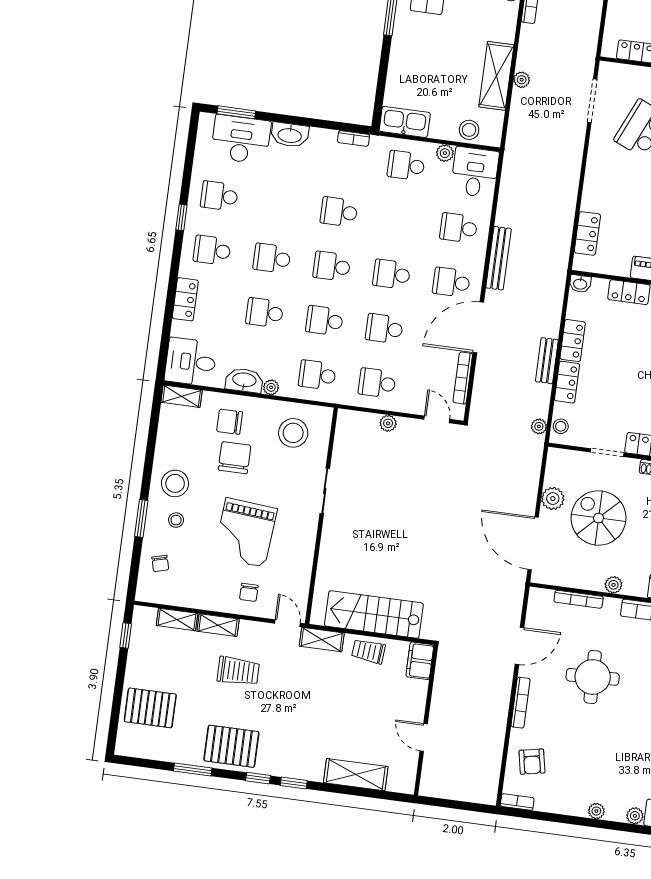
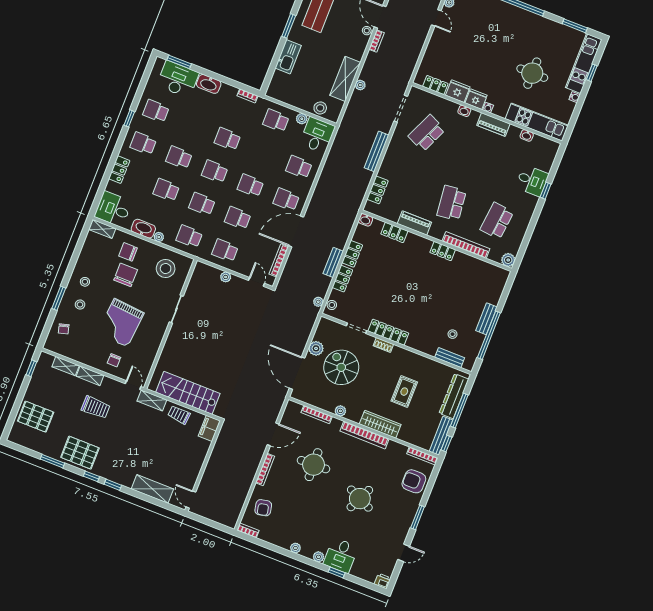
kitchen sink: (405, 122) -> (288, 57), moved, turned 90
bench: (498, 258) -> (377, 151), moved
stool: (175, 483) -> (85, 282), width x0.53, depth x0.53
door: (424, 737) -> (191, 499), moved

